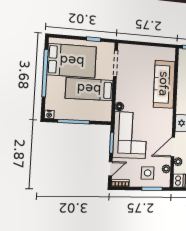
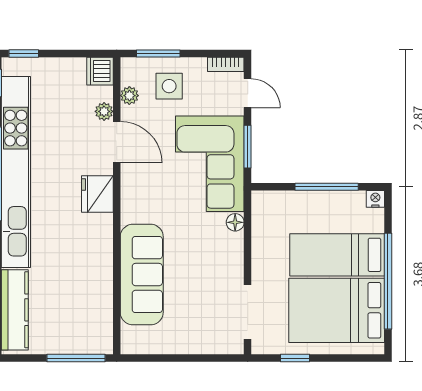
bed: (89, 89) -> (337, 255), moved, turned 180
door: (173, 147) -> (117, 142), hinge flipped
door: (110, 169) -> (248, 93), swing flipped

